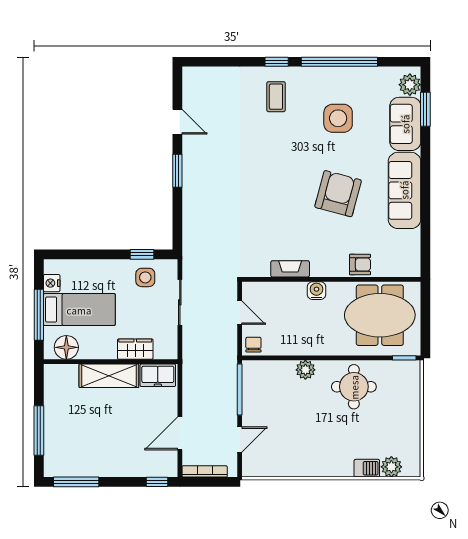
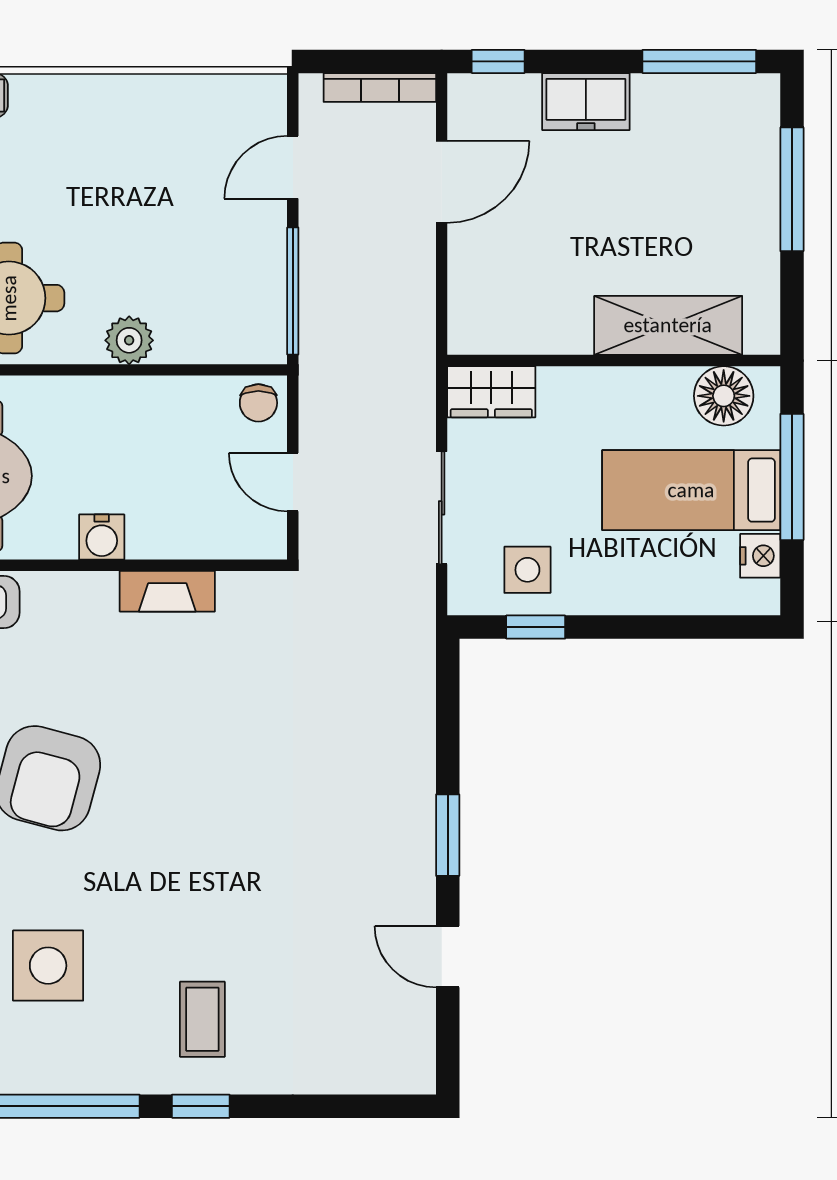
wardrobe: (135, 349) -> (491, 392), moved
freezer: (158, 375) -> (586, 102), moved, turned 180
shelving: (109, 376) -> (668, 325), moved

